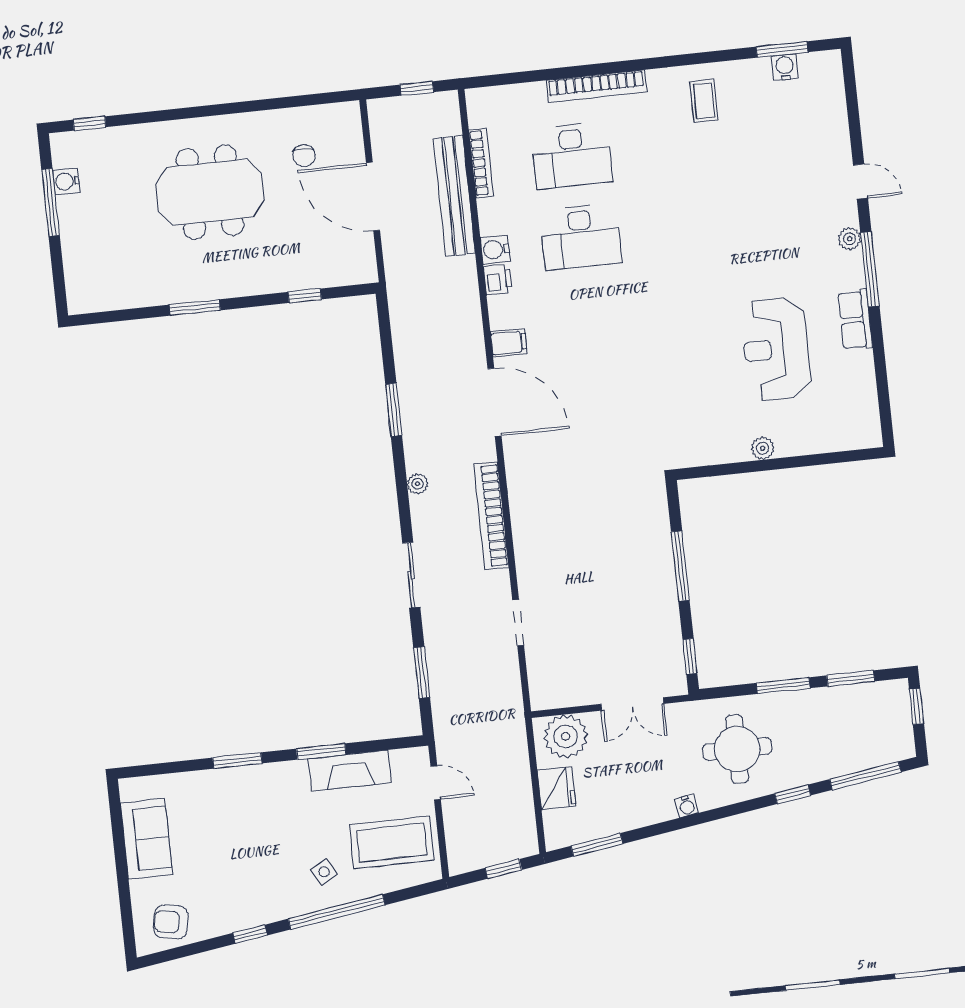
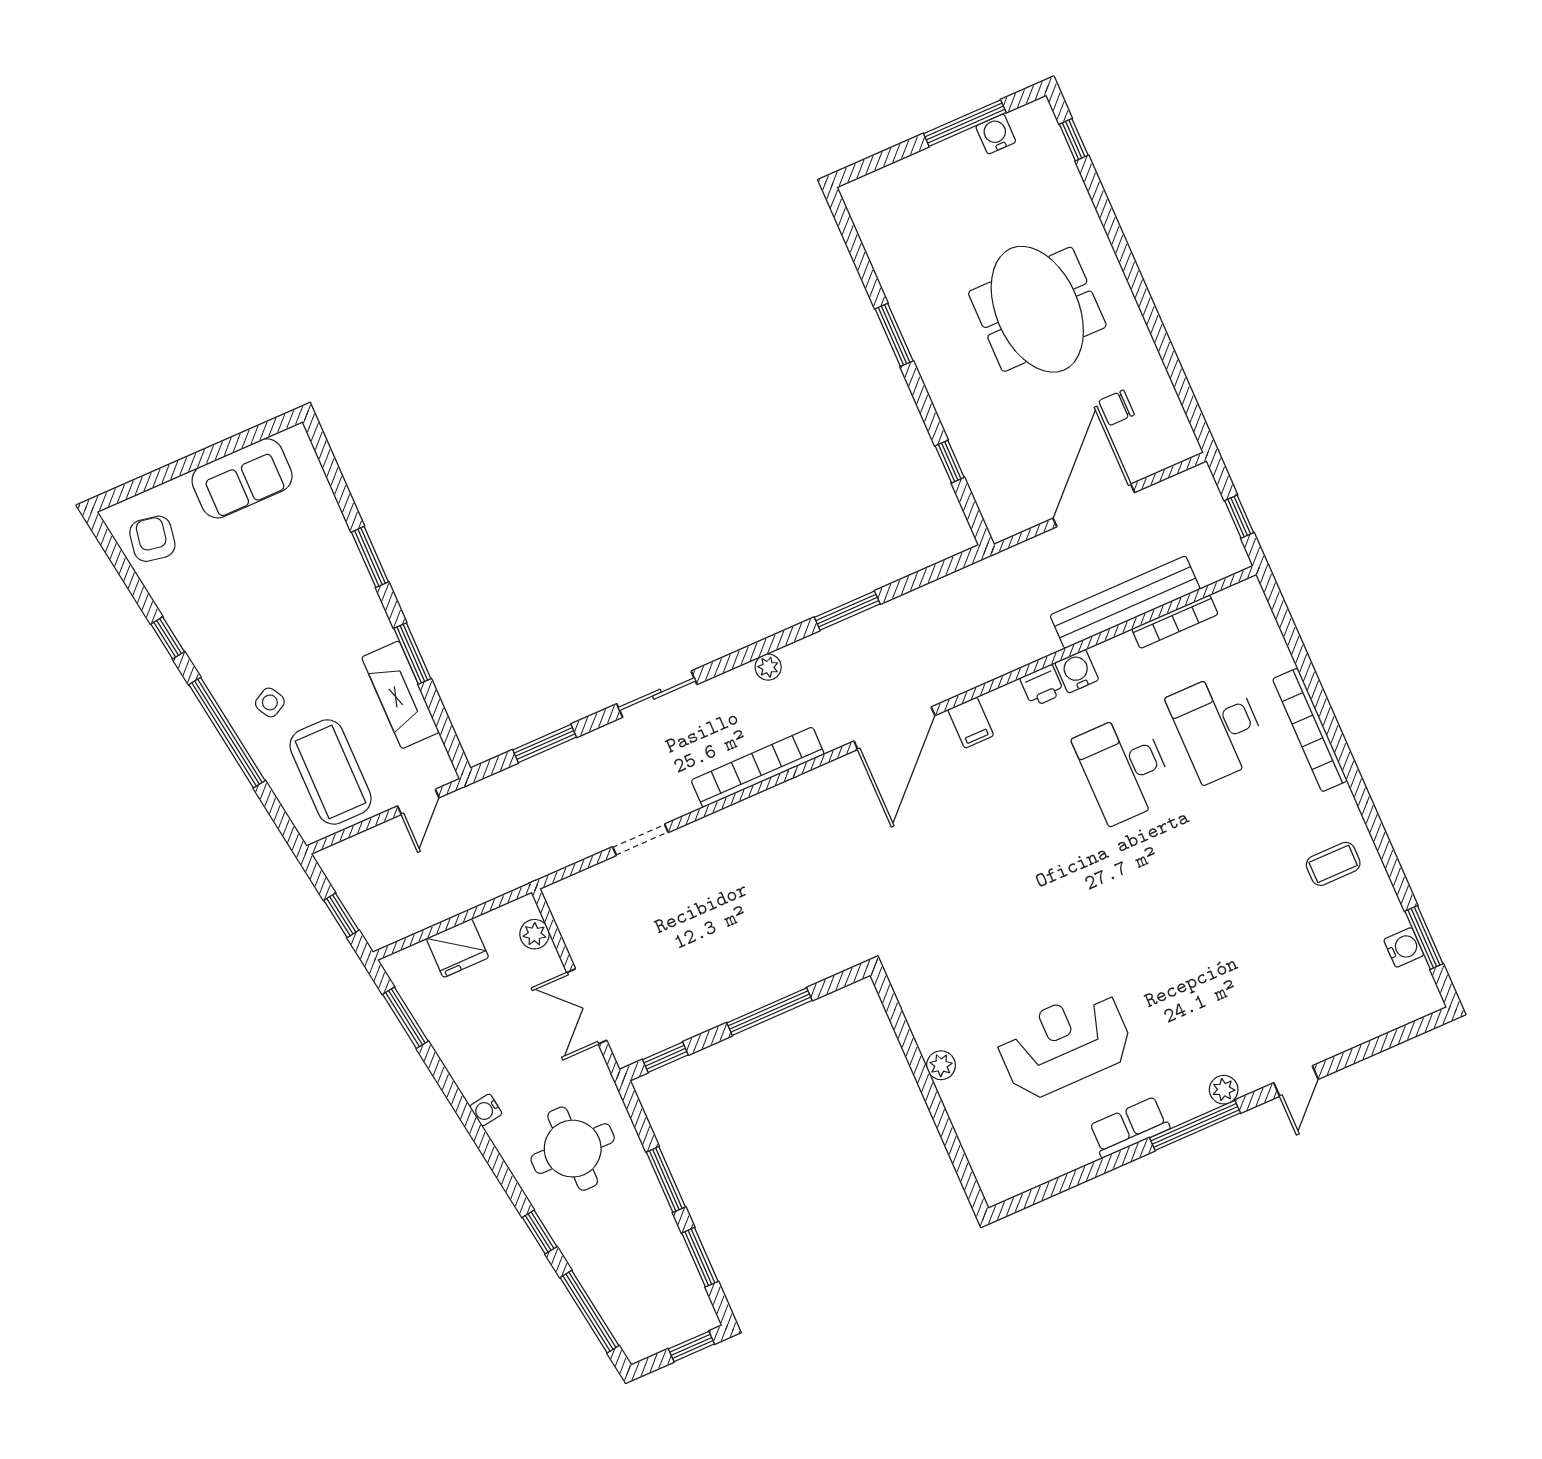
plant: (566, 736) -> (535, 934), width x0.53, depth x0.53

